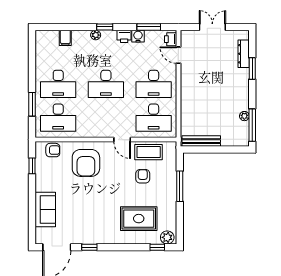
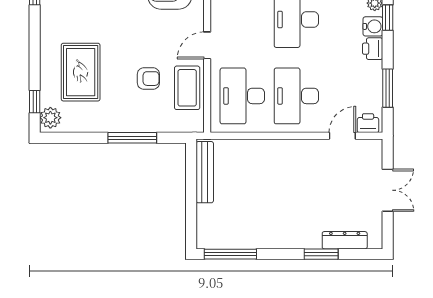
water cooler: (138, 36) -> (373, 26), moved
plant: (244, 116) -> (245, 241), removed

